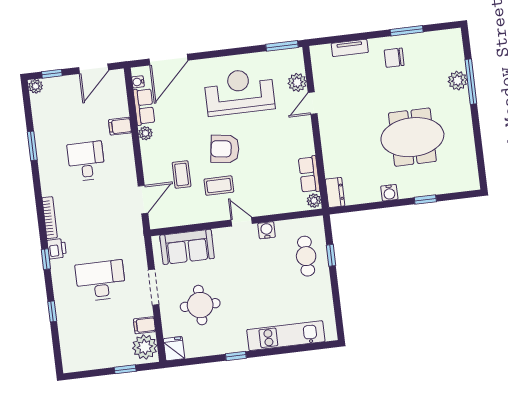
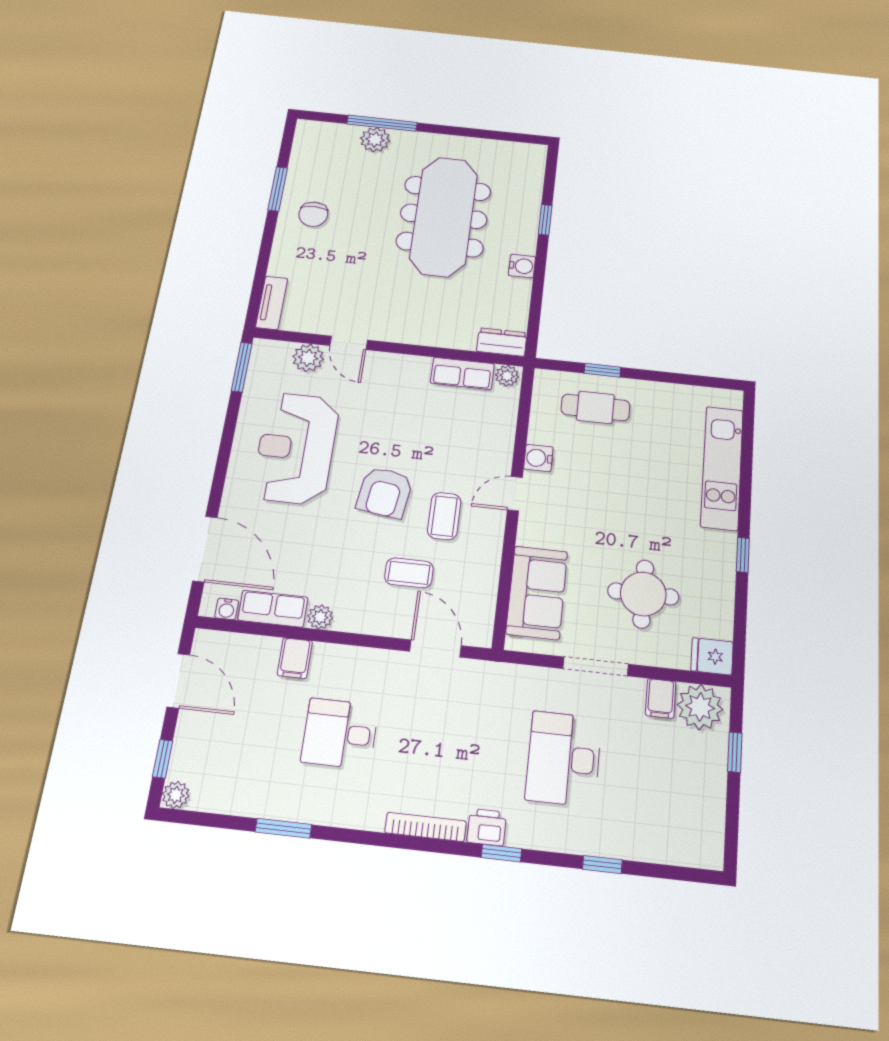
tv unit: (350, 48) -> (272, 303), moved
meeting table: (412, 137) -> (444, 216), width x1.36

